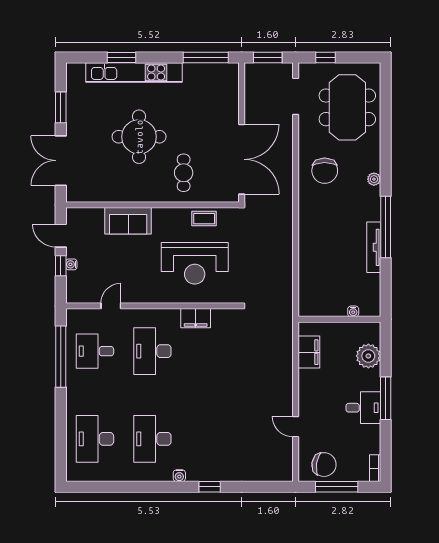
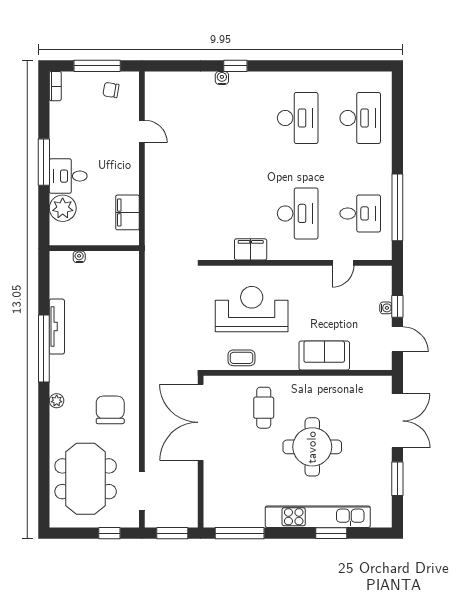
desk: (363, 408) -> (68, 176), moved
chair: (324, 465) -> (111, 90), width x0.54, depth x0.54
water cooler: (179, 476) -> (222, 78), moved

